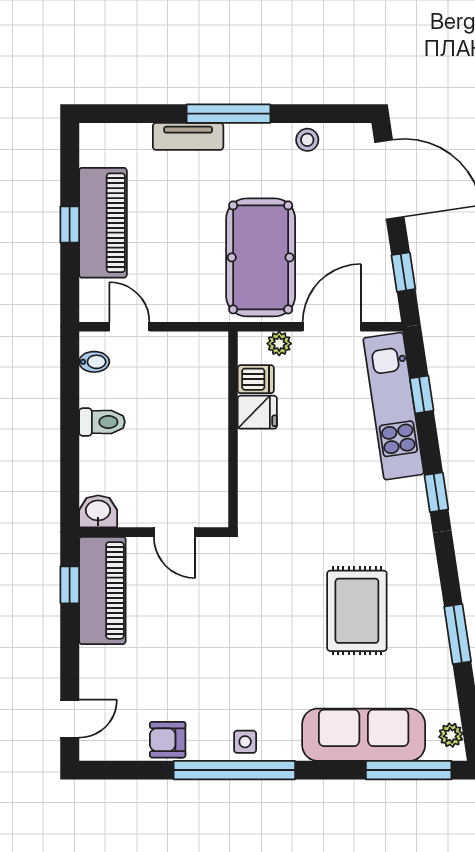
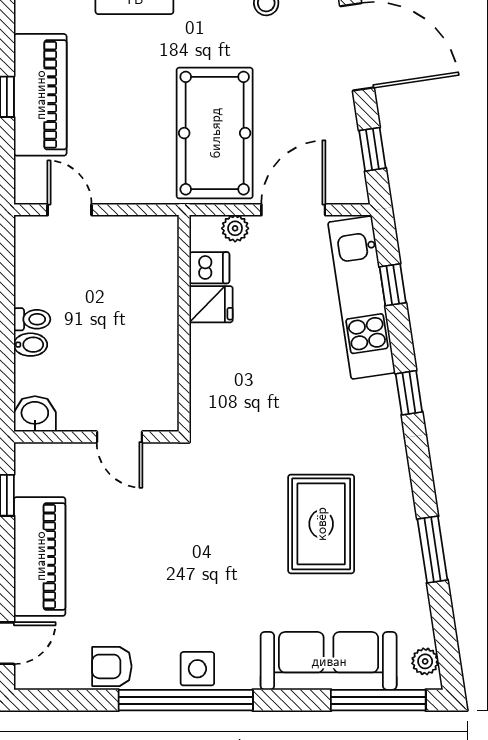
bidet: (94, 362) -> (31, 345), moved
toilet: (102, 422) -> (32, 319), width x0.73, depth x0.72
piano: (102, 590) -> (40, 556), moved
side table: (245, 742) -> (197, 669), width x1.37, depth x1.37

